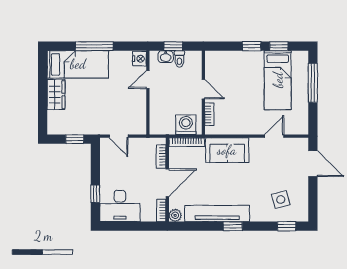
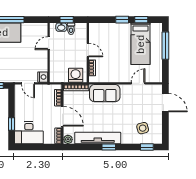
nightstand: (139, 59) -> (43, 77), moved
door: (167, 183) -> (62, 116), hinge flipped

